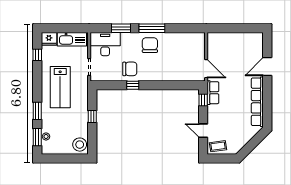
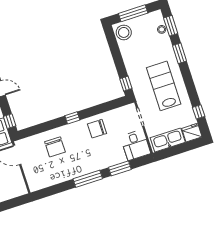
desk: (105, 44) -> (135, 145), width x0.73
chair: (150, 45) -> (55, 147), moved
window: (133, 85) -> (72, 118), moved
window: (92, 116) -> (126, 84), moved
window: (66, 159) -> (133, 13), added

